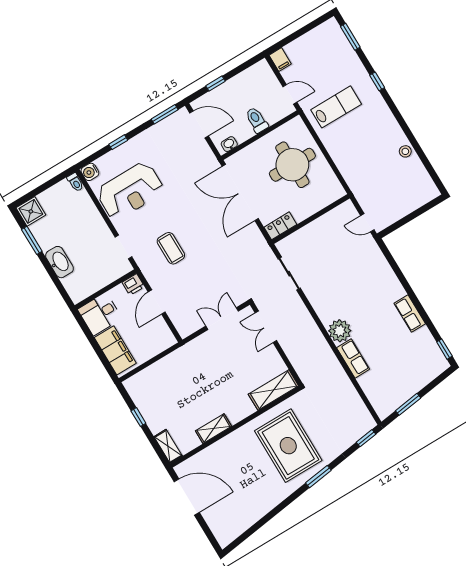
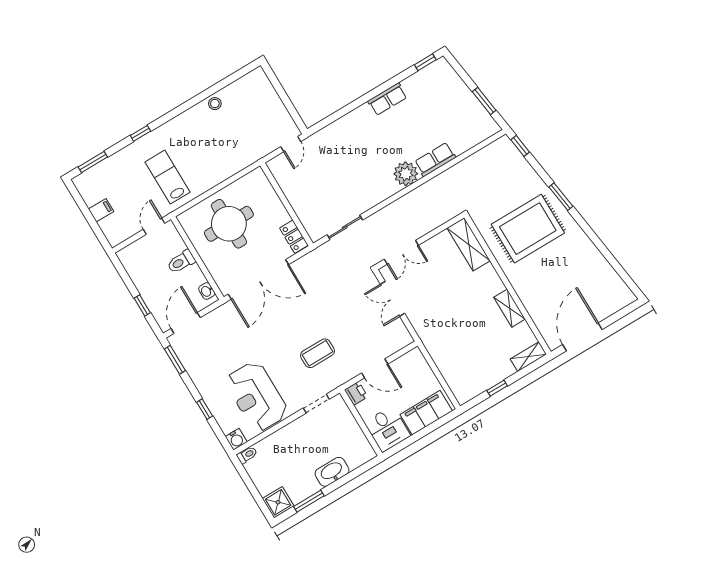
filing cabinet: (280, 60) -> (101, 210), moved
reception desk: (130, 191) -> (257, 396), turned 180

